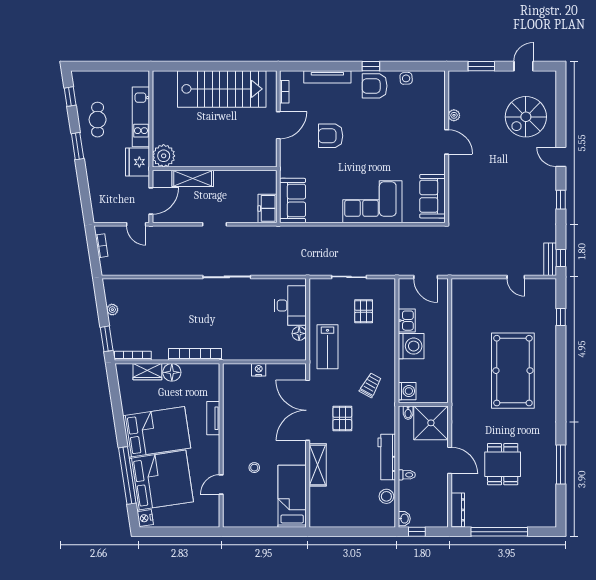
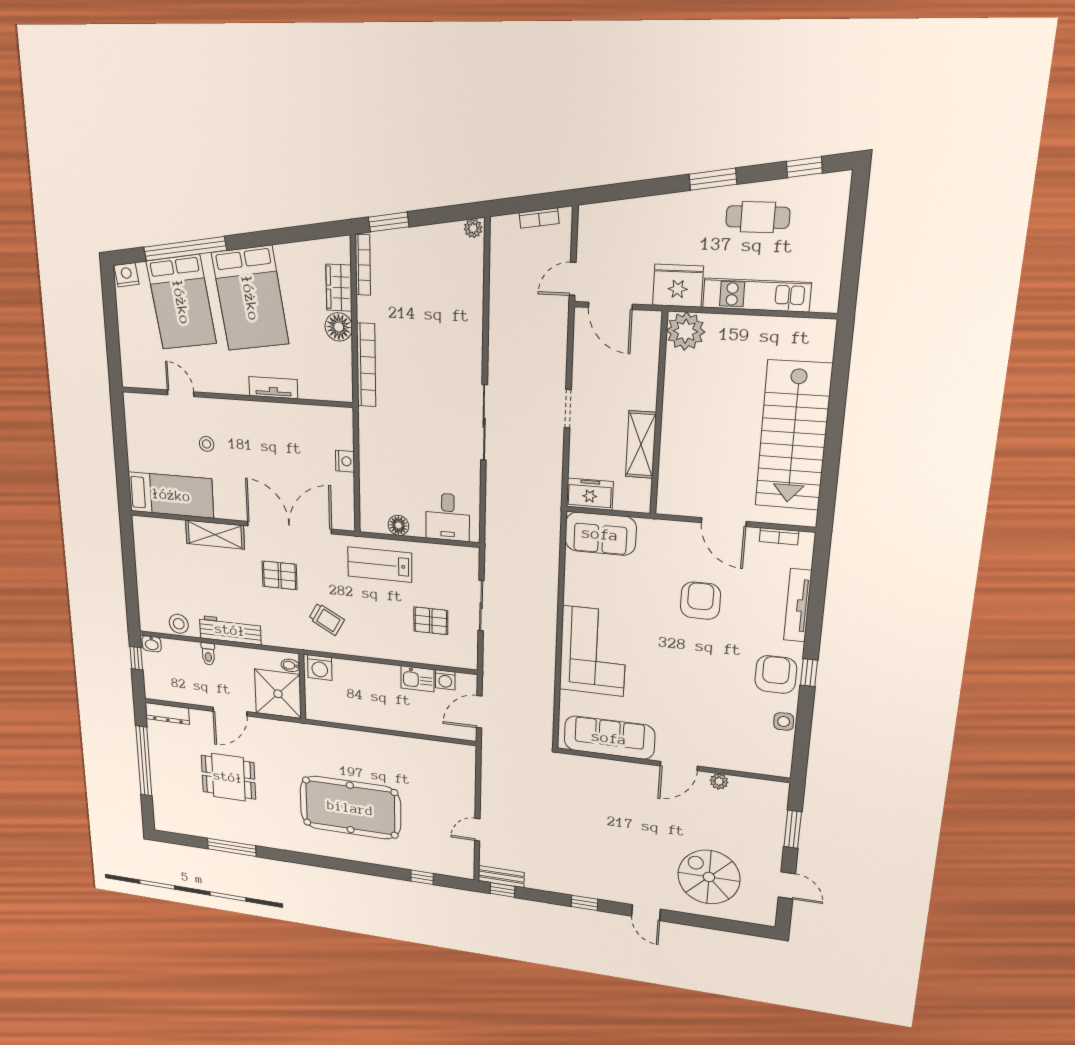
door: (561, 157) -> (646, 913), swing flipped
shelving: (193, 178) -> (641, 445), moved
sofa: (433, 196) -> (609, 738), width x1.36
desk: (290, 306) -> (448, 517), width x0.73
plant: (112, 310) -> (473, 228), moved
washing machine: (411, 346) -> (445, 680), moved, width x0.53, depth x0.53
bed: (161, 480) -> (181, 302), width x0.73

